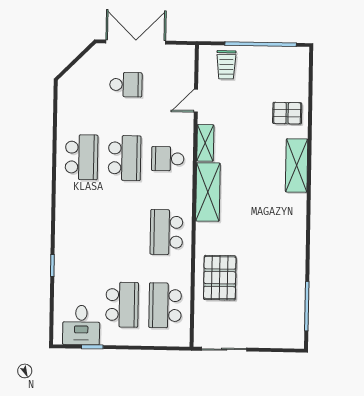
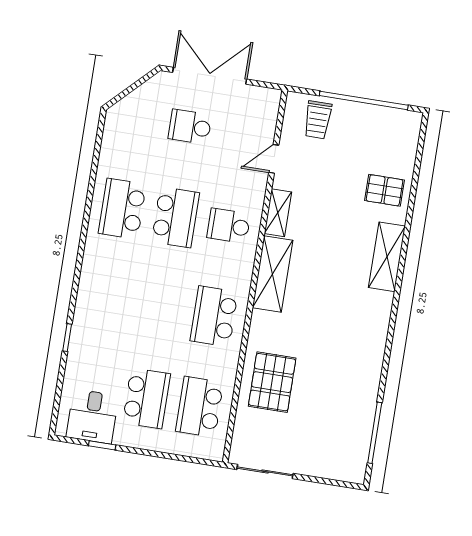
school desk: (126, 85) -> (190, 127), turned 180
school desk: (82, 157) -> (122, 209), turned 180

